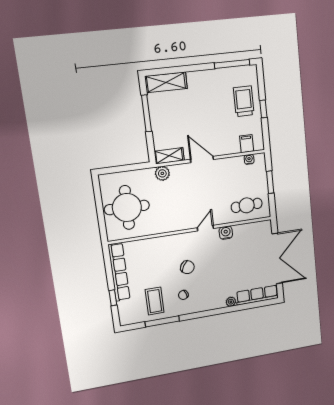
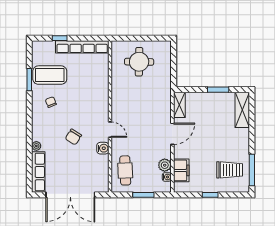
trolley: (244, 101) -> (230, 170), moved
window: (146, 113) -> (218, 90), width x0.69
filing cabinet: (247, 144) -> (181, 170), width x2.00
plant: (162, 173) -> (165, 165), moved
round table: (127, 207) -> (139, 62), width x0.73, depth x0.73
chair: (187, 267) -> (73, 137), moved
coffee table: (155, 301) -> (50, 75), width x1.36, depth x1.32
window: (162, 321) -> (29, 80), width x0.69

